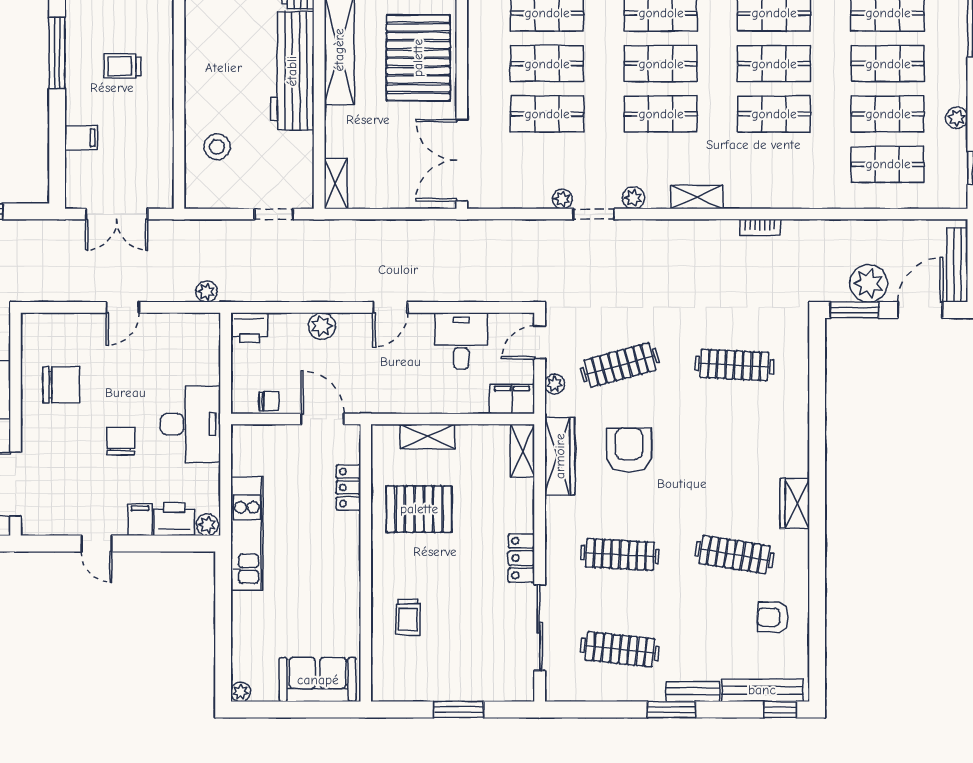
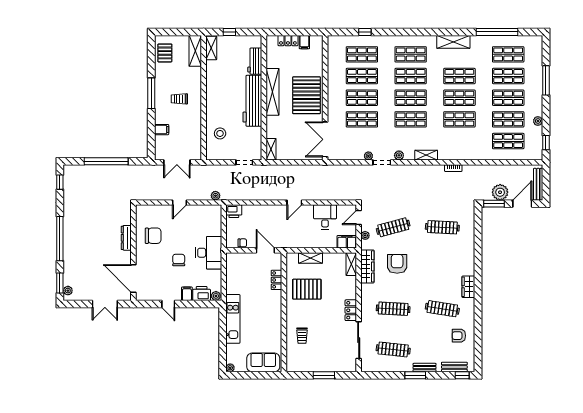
plant: (322, 326) -> (265, 211), removed
kitchen unit: (247, 533) -> (233, 319), moved
bench: (762, 690) -> (454, 367), width x0.73

